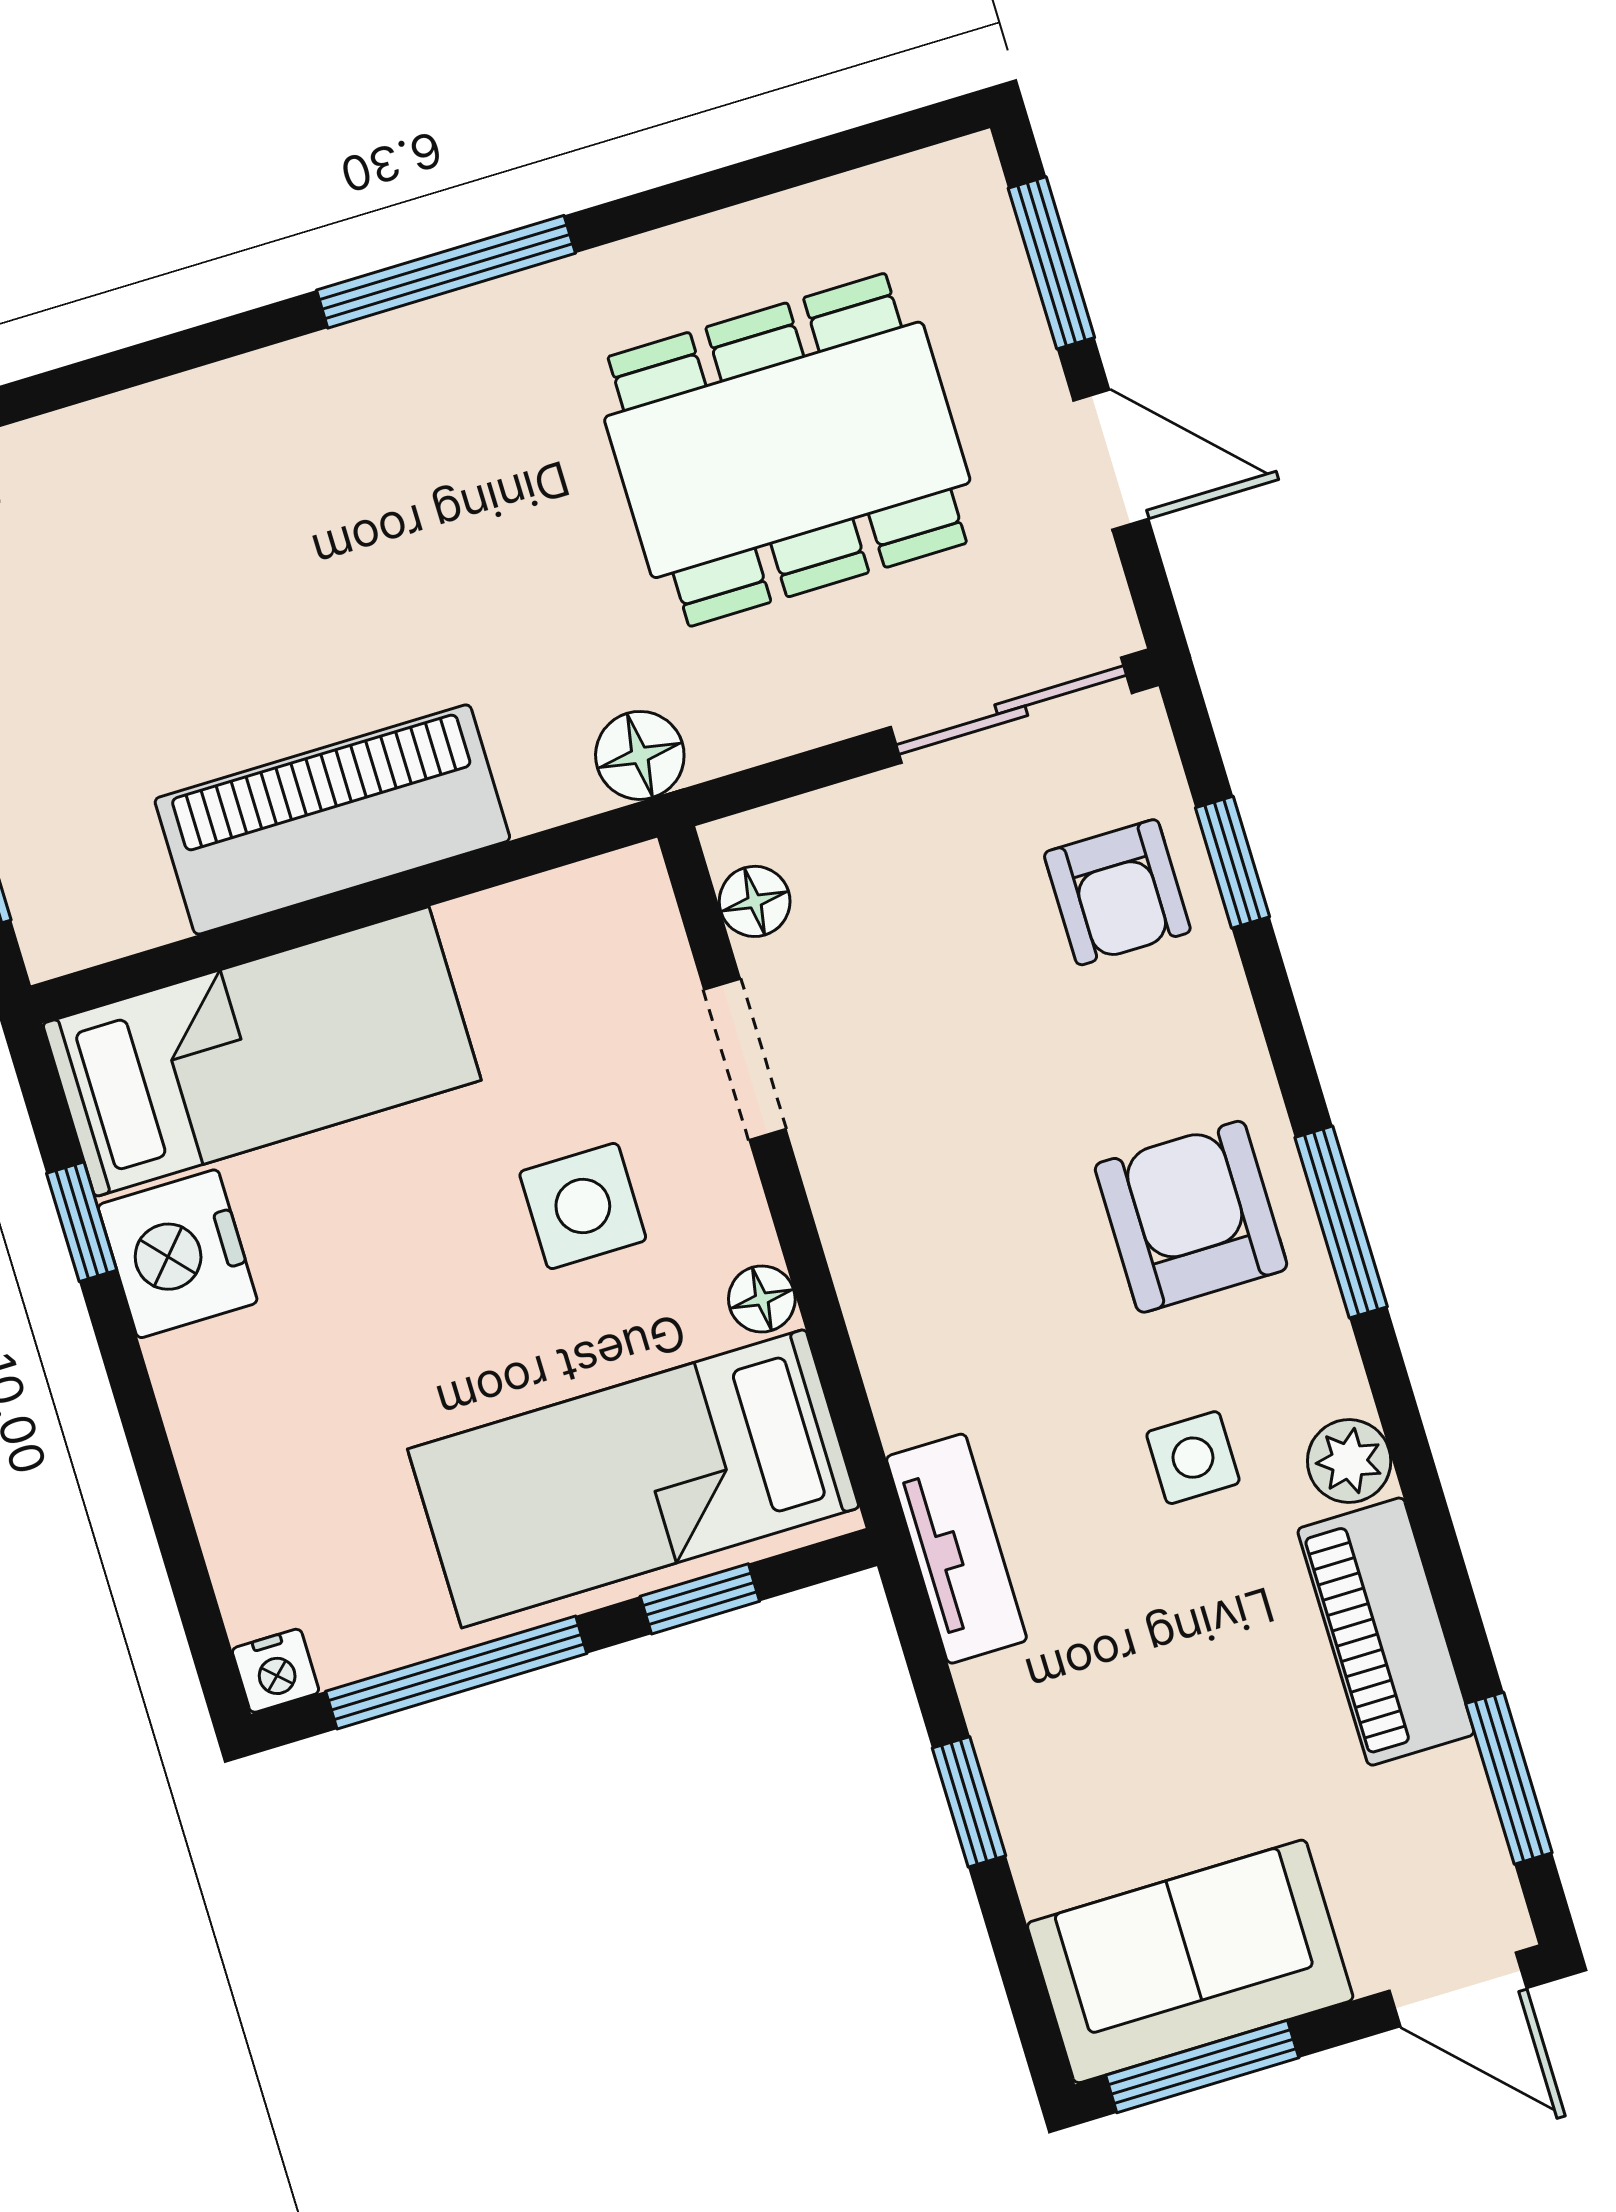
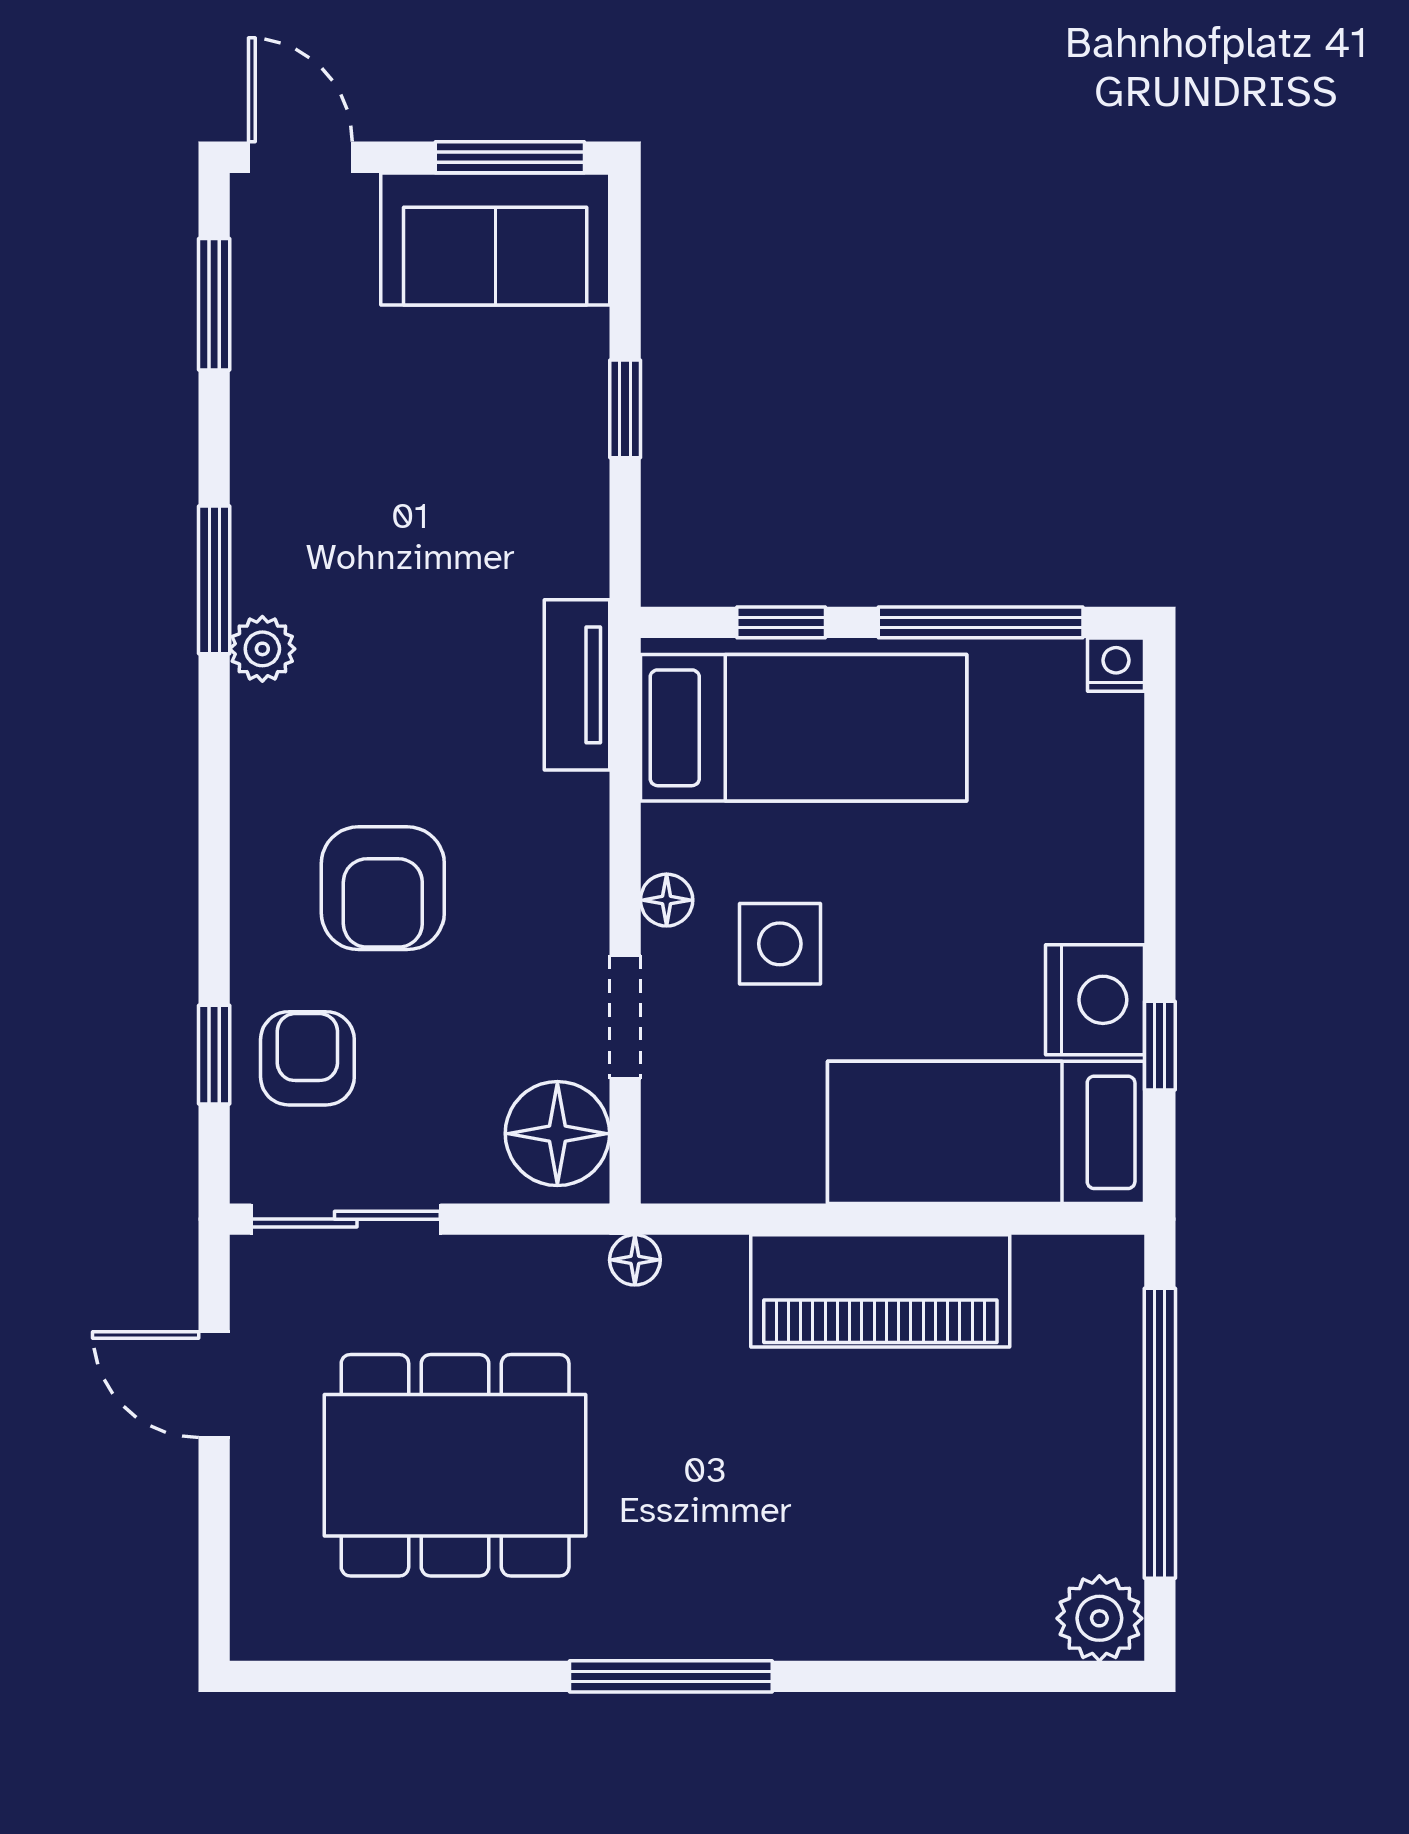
window: (1051, 263) -> (214, 1546), removed
floor lamp: (640, 755) -> (635, 1260), width x0.73, depth x0.73
floor lamp: (755, 901) -> (557, 1134), width x1.89, depth x1.89
armchair: (1191, 1217) -> (383, 888), moved
window: (1341, 1222) -> (214, 580), moved
floor lamp: (762, 1299) -> (667, 900), moved
side table: (1193, 1458) -> (379, 617), removed
plant: (1349, 1461) -> (262, 649), moved
tv unit: (957, 1549) -> (577, 685), moved
piano: (1386, 1632) -> (273, 442), removed

